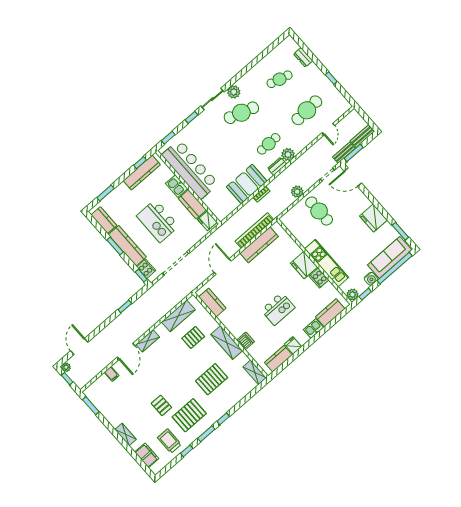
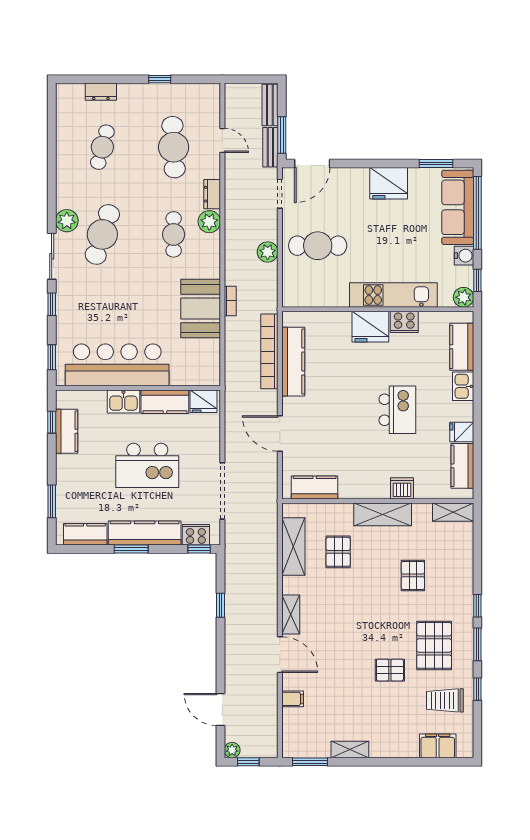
dresser: (277, 166) -> (212, 194), moved
kitchen counter: (142, 173) -> (67, 431), width x0.67
pallet: (212, 379) -> (413, 575), width x0.67, depth x0.71
shelving: (126, 434) -> (350, 749), moved

